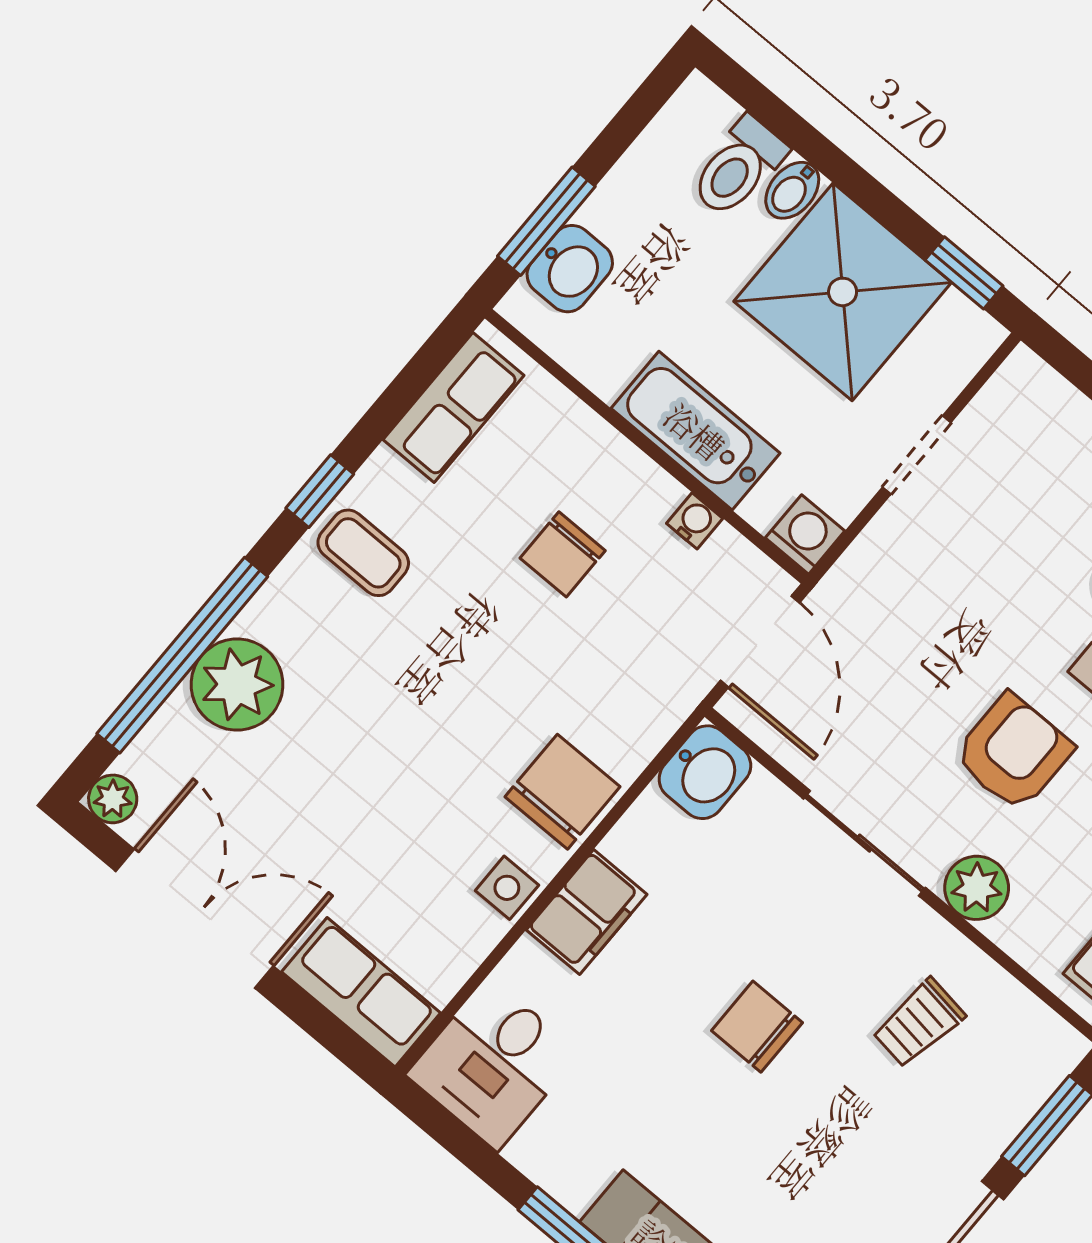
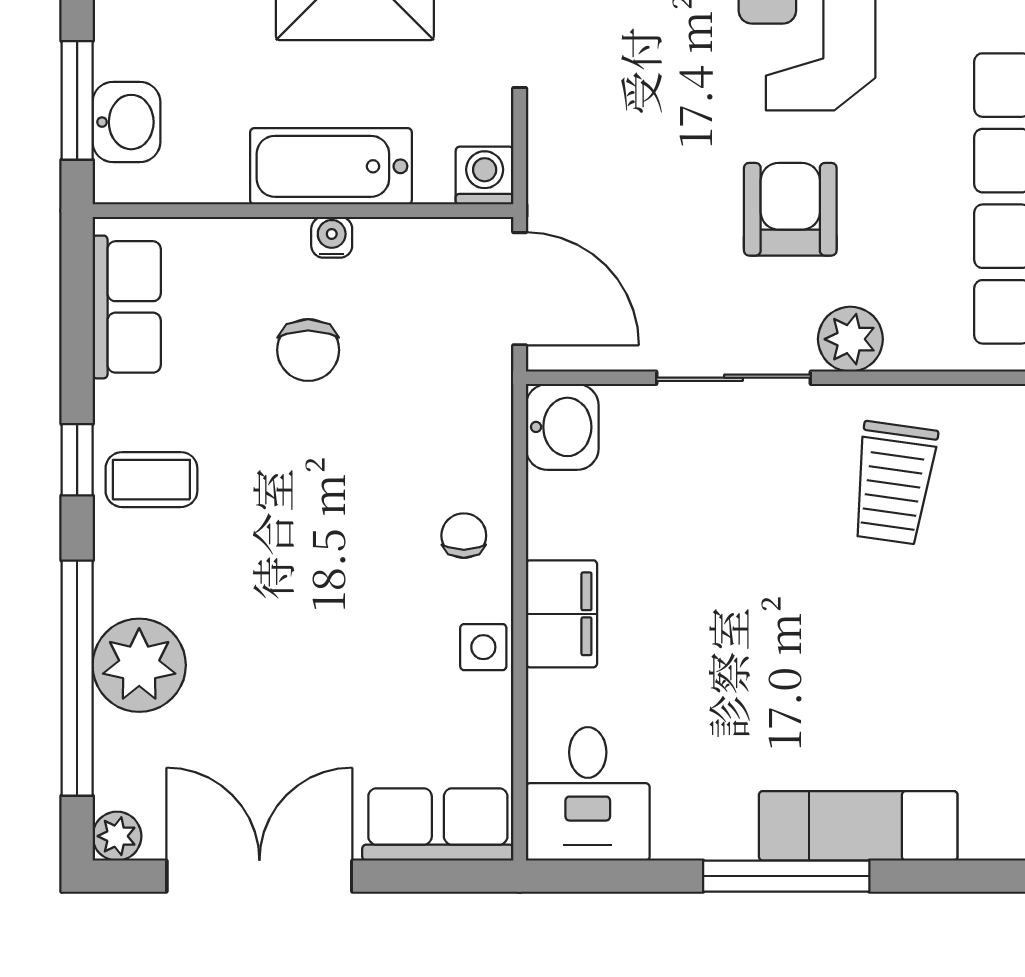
water cooler: (695, 521) -> (332, 237), moved
chair: (562, 792) -> (464, 536), width x0.54, depth x0.54
trolley: (919, 1023) -> (894, 483), width x1.36, depth x1.39
chair: (757, 1027) -> (770, 592), removed

